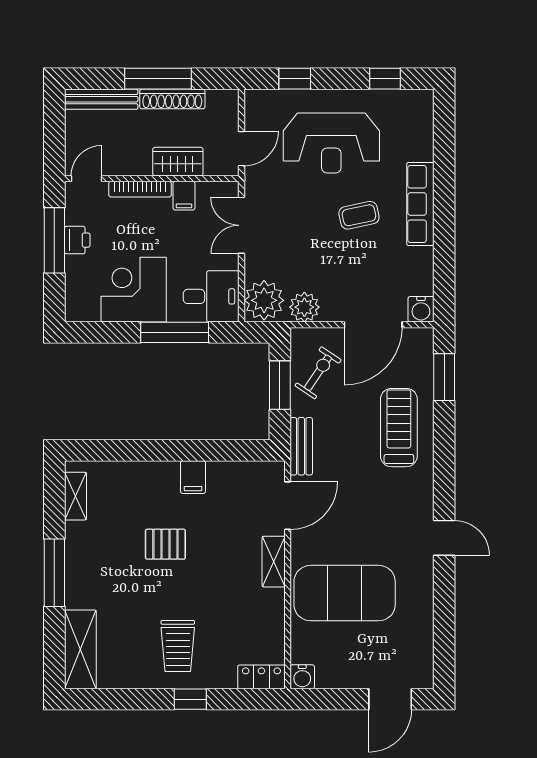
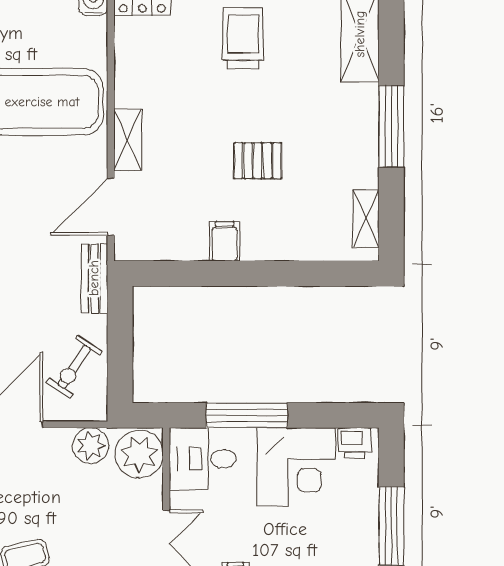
printer: (77, 240) -> (354, 443), moved, turned -90
window: (280, 385) -> (120, 352), removed

